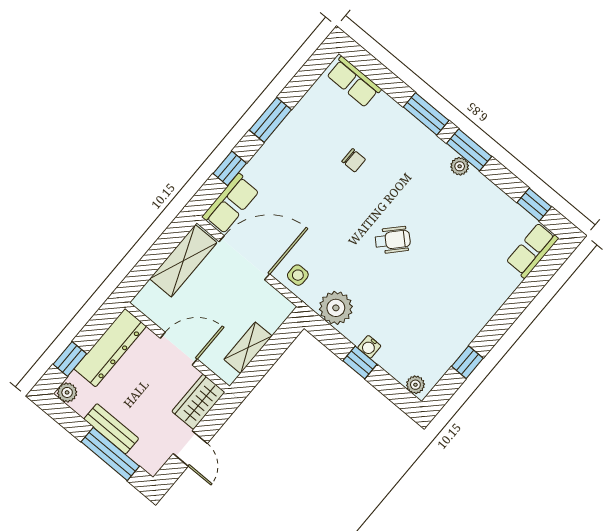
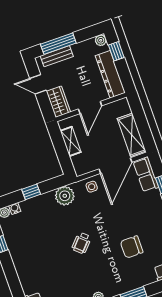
chair: (354, 160) -> (132, 247), width x1.87, depth x1.87
water cooler: (369, 347) -> (15, 209), moved
bench: (111, 429) -> (57, 56), moved

